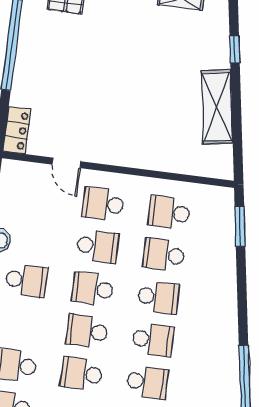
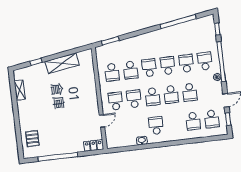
school desk: (103, 204) -> (115, 101), turned 180

